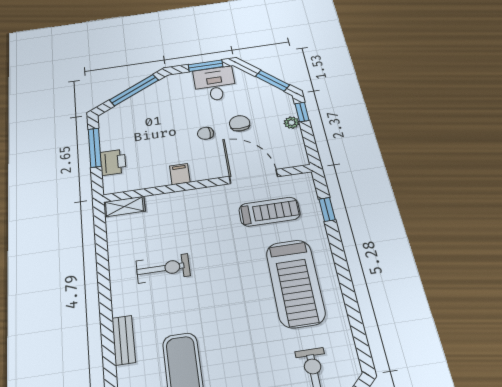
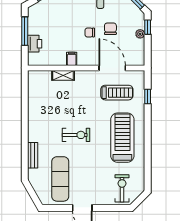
shelving: (124, 206) -> (63, 75), moved
exercise bike: (163, 268) -> (76, 135), moved
treadmill: (295, 283) -> (122, 138), turned 180

